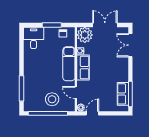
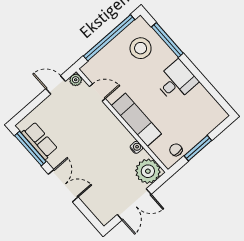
desk: (34, 38) -> (176, 81), moved, turned -90
double door: (130, 45) -> (63, 186), moved
row of seats: (83, 68) -> (115, 130), removed
stool: (52, 99) -> (141, 48), moved
door: (92, 113) -> (56, 85), swing flipped

